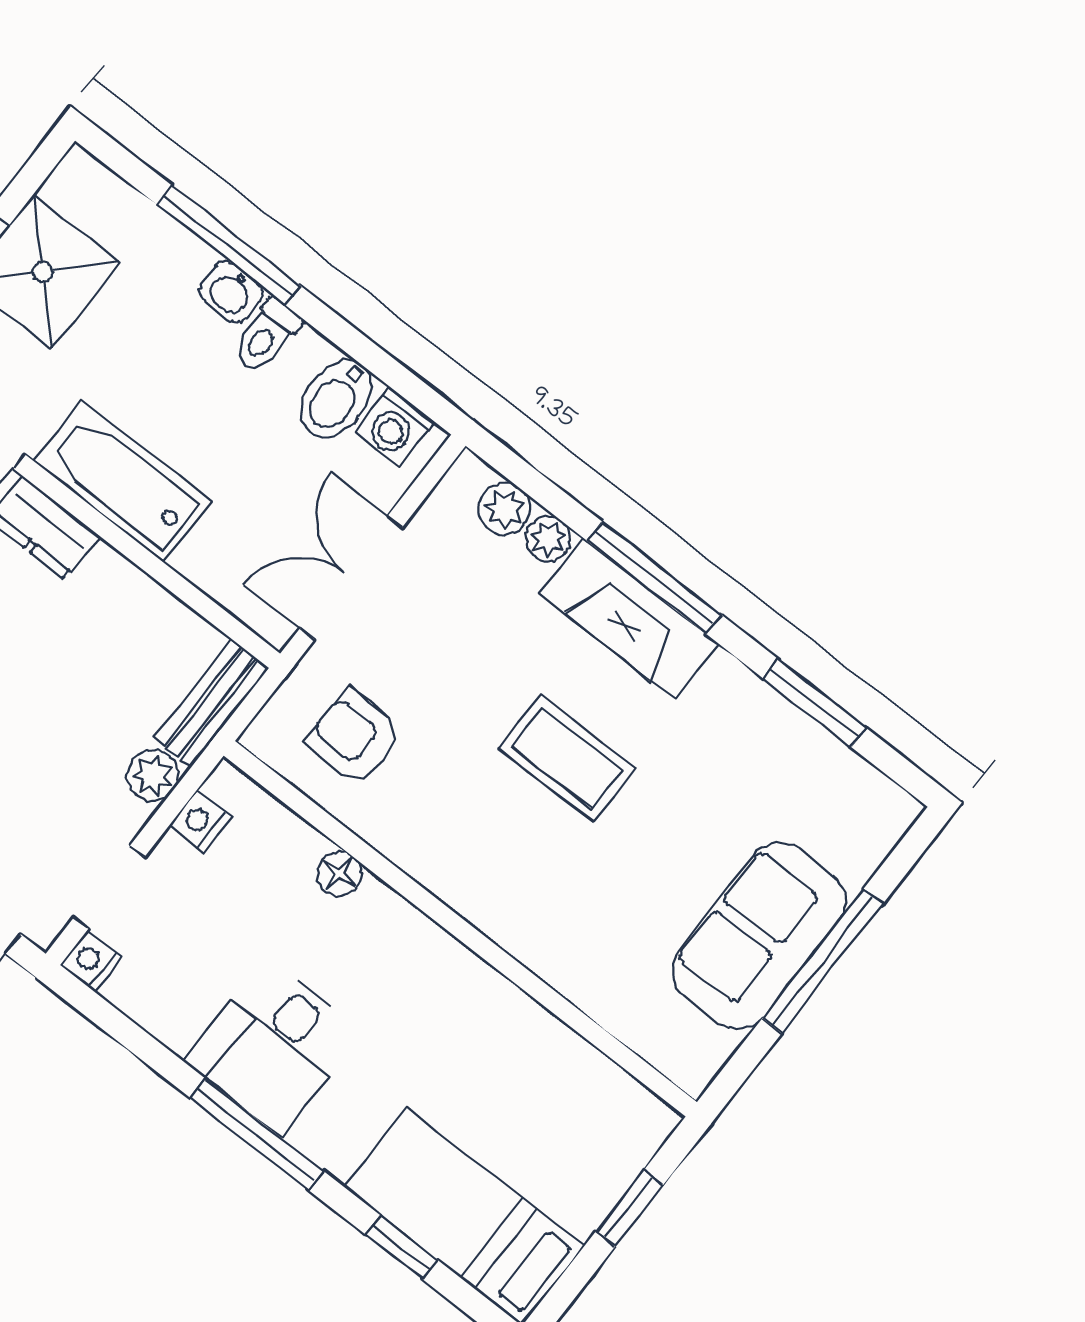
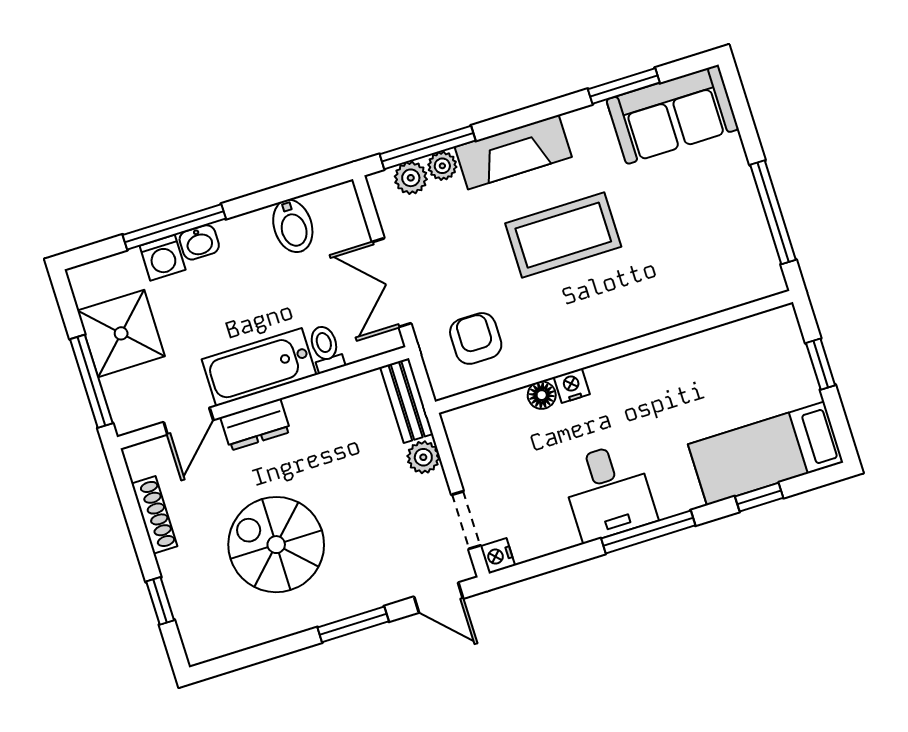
toilet: (267, 335) -> (326, 349), moved, turned 180
washing machine: (394, 427) -> (163, 258), moved
window: (655, 578) -> (428, 147), moved
armchair: (354, 737) -> (476, 338), turned 88
coffee table: (567, 758) -> (563, 235), width x1.36, depth x1.32
nightstand: (200, 821) -> (572, 386), moved, turned 90
sofa: (759, 936) -> (673, 114), moved, turned -90
window: (823, 961) -> (773, 212), moved

